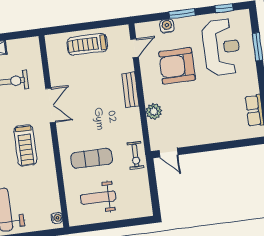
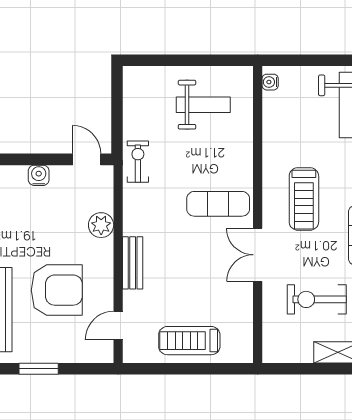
water cooler: (167, 26) -> (39, 175), moved, turned 180
treadmill: (87, 44) -> (189, 341), turned 180
treadmill: (25, 145) -> (304, 199), turned 180
exercise mat: (92, 158) -> (218, 204), moved

